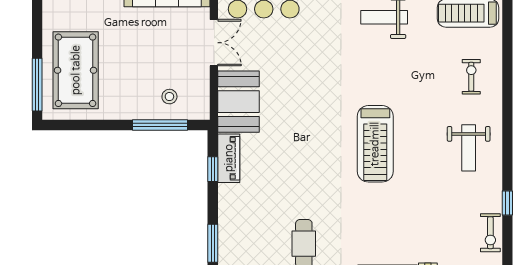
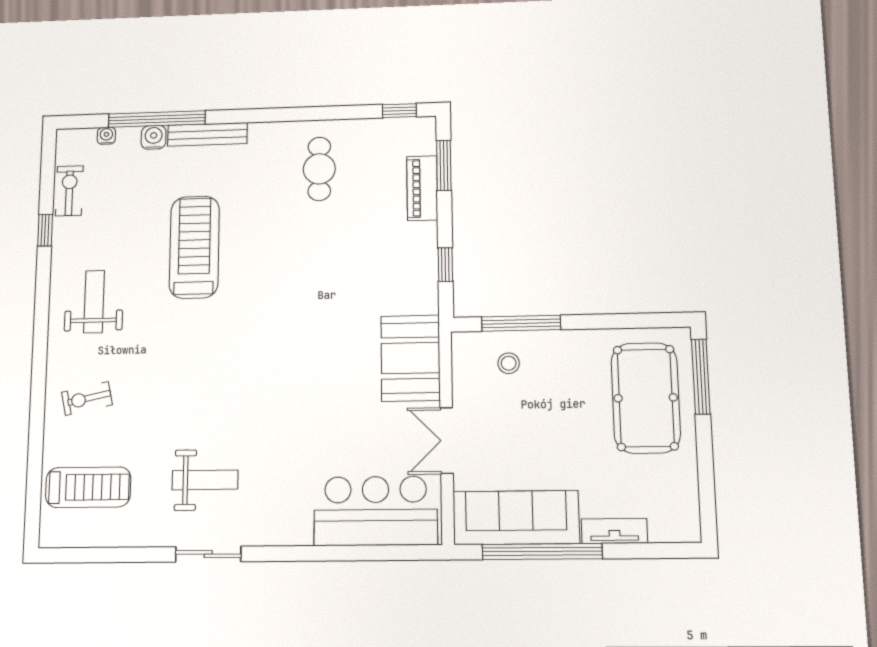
exercise bike: (471, 77) -> (87, 398), turned 78
treadmill: (375, 144) -> (194, 247), moved
piano: (229, 158) -> (422, 188), moved

